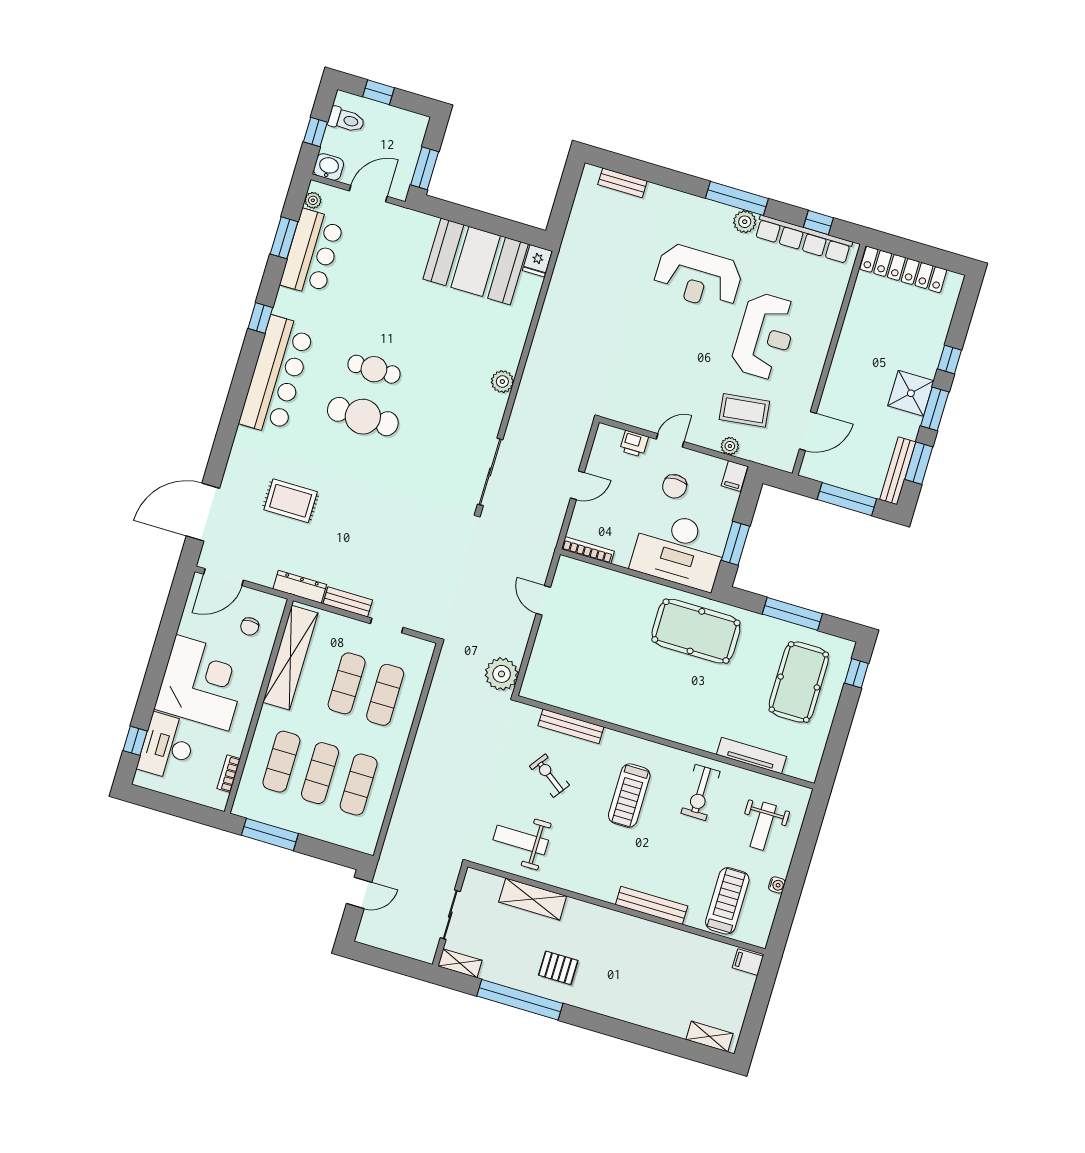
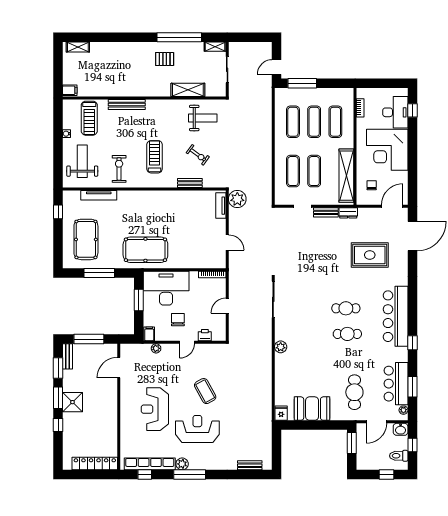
cafe table: (392, 259) -> (354, 392), added
booth: (476, 261) -> (312, 409), width x0.73, depth x0.70
coffee table: (744, 410) -> (205, 391), moved, turned 68
cafe table: (363, 417) -> (346, 308), width x0.73, depth x0.74
bench: (898, 471) -> (67, 356), width x0.73
rug: (291, 501) -> (370, 255), width x1.36, depth x1.43
dresser: (300, 587) -> (348, 213), width x0.70
tv unit: (535, 671) -> (221, 206), added
window: (856, 673) -> (58, 212), moved
bench: (571, 726) -> (190, 183), width x0.73
weight bench: (763, 826) -> (82, 161), width x1.36, depth x1.33
window: (270, 834) -> (302, 83), moved

